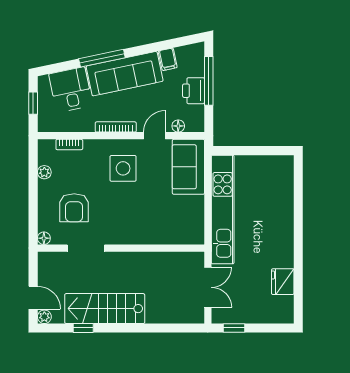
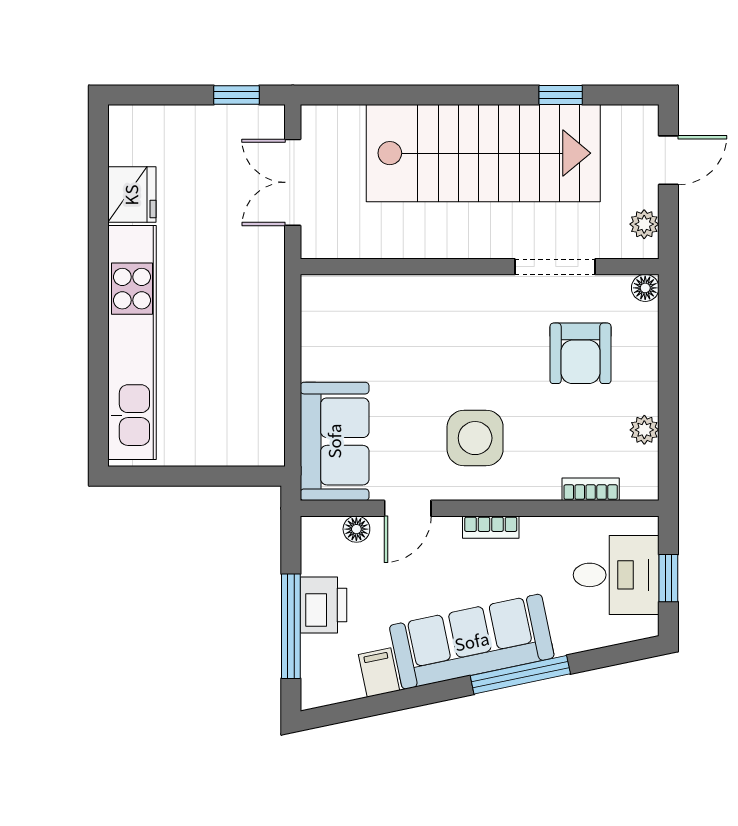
desk: (71, 90) -> (616, 575), moved, turned -78
bookcase: (116, 127) -> (491, 527), width x0.64
armchair: (74, 208) -> (580, 353), turned 180
kitchen unit: (223, 209) -> (132, 342), moved, turned 180
door: (33, 298) -> (668, 160), swing flipped
stairs: (105, 309) -> (483, 153), width x1.36, depth x1.51
plant: (44, 317) -> (644, 224), moved

